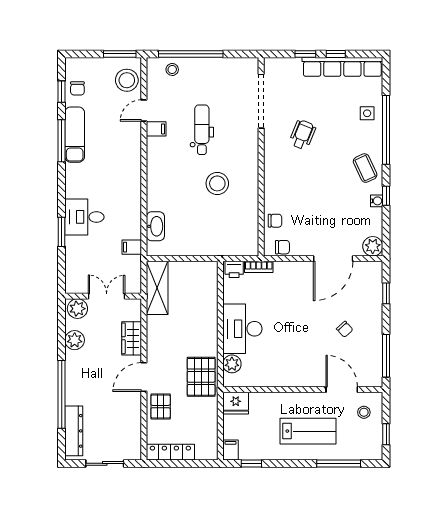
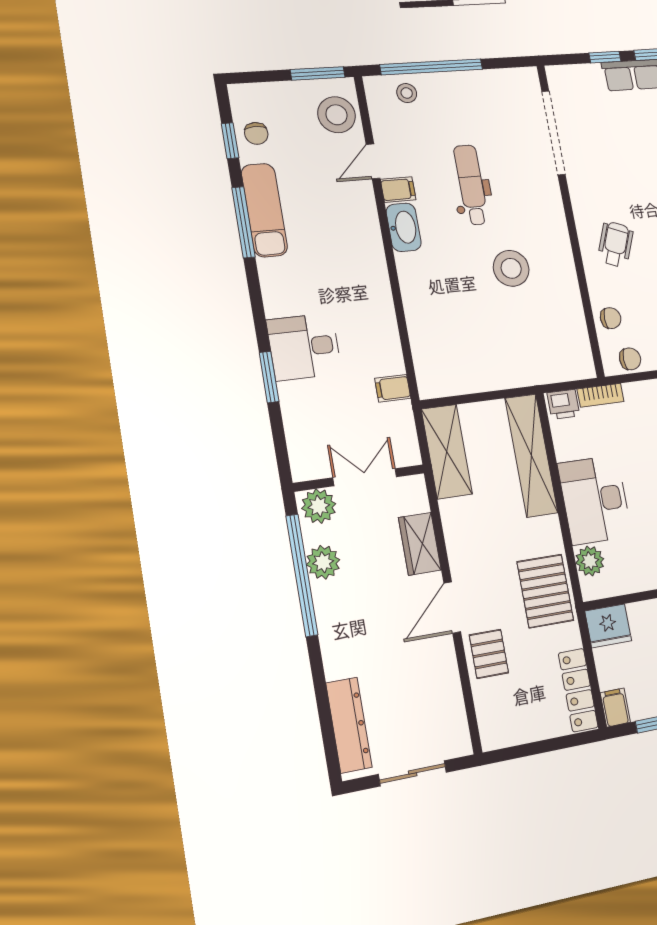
wheelchair: (302, 135) -> (616, 244), moved
washbasin: (155, 226) -> (404, 227), moved
shelving: (208, 297) -> (531, 455), added
window: (62, 394) -> (302, 575), moved
locker: (170, 452) -> (578, 690), moved, turned -90

